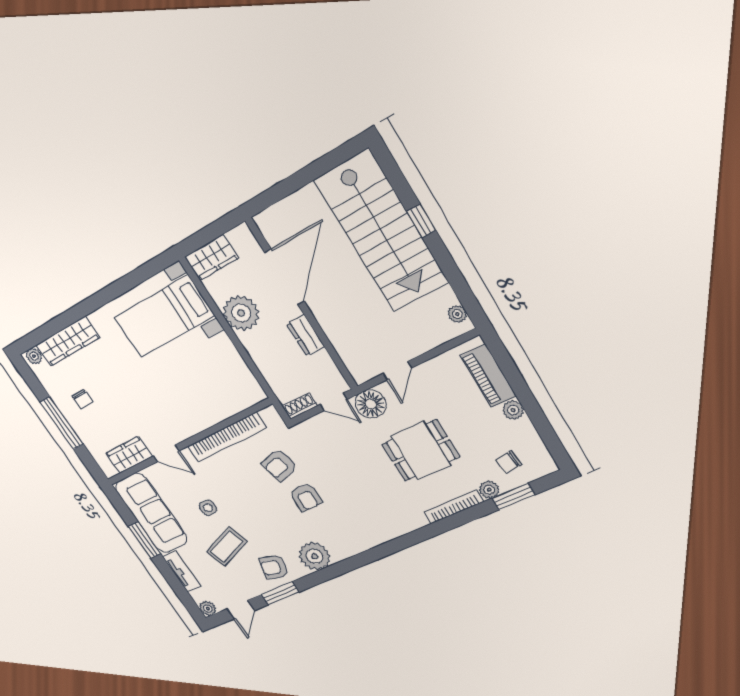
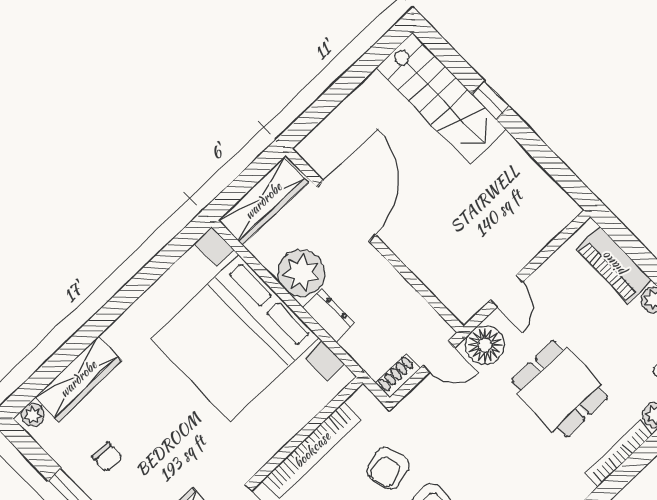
stairs: (382, 232) -> (441, 98), width x0.73, depth x0.66
wardrobe: (211, 257) -> (263, 201), width x1.50
plant: (457, 314) -> (559, 199), removed
bed with nightstands: (164, 316) -> (234, 338), width x1.85
dresser: (306, 335) -> (329, 315), moved, turned 180
dining table: (421, 451) -> (560, 389), turned 90

